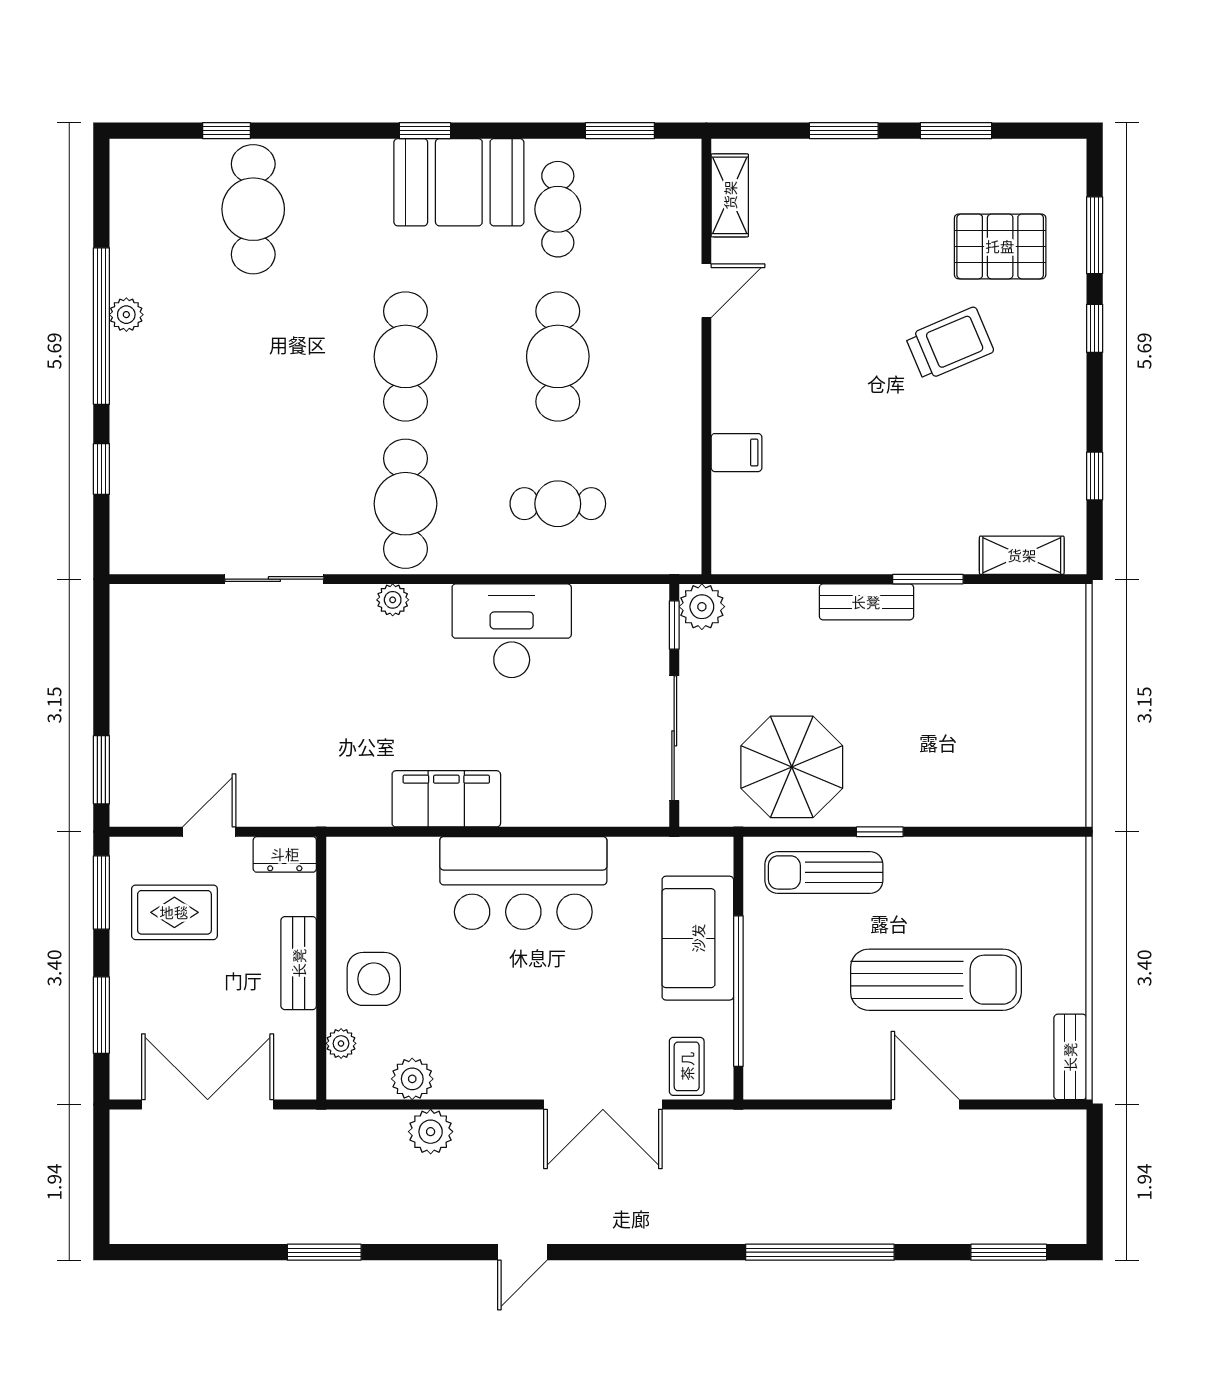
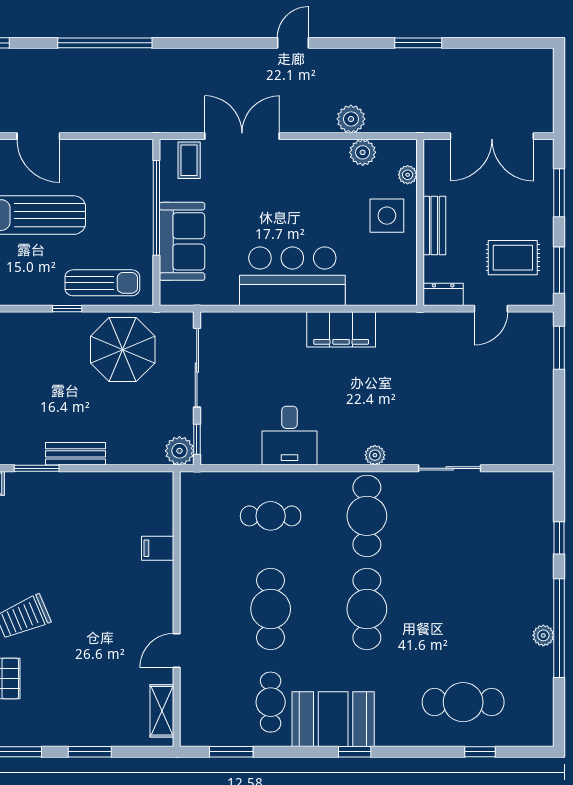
cafe table: (253, 209) -> (463, 702), turned 90
desk: (512, 631) -> (290, 436), width x0.73

